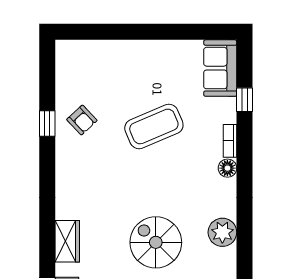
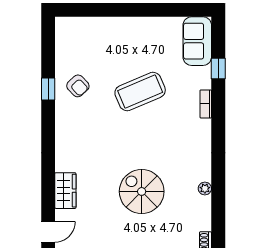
floor lamp: (227, 168) -> (204, 127), removed
plant: (222, 232) -> (205, 189), width x0.53, depth x0.53

